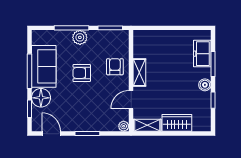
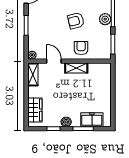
armchair: (115, 67) -> (81, 48), turned -90
armchair: (82, 73) -> (76, 21), turned -104
wardrobe: (177, 123) -> (35, 110), moved

